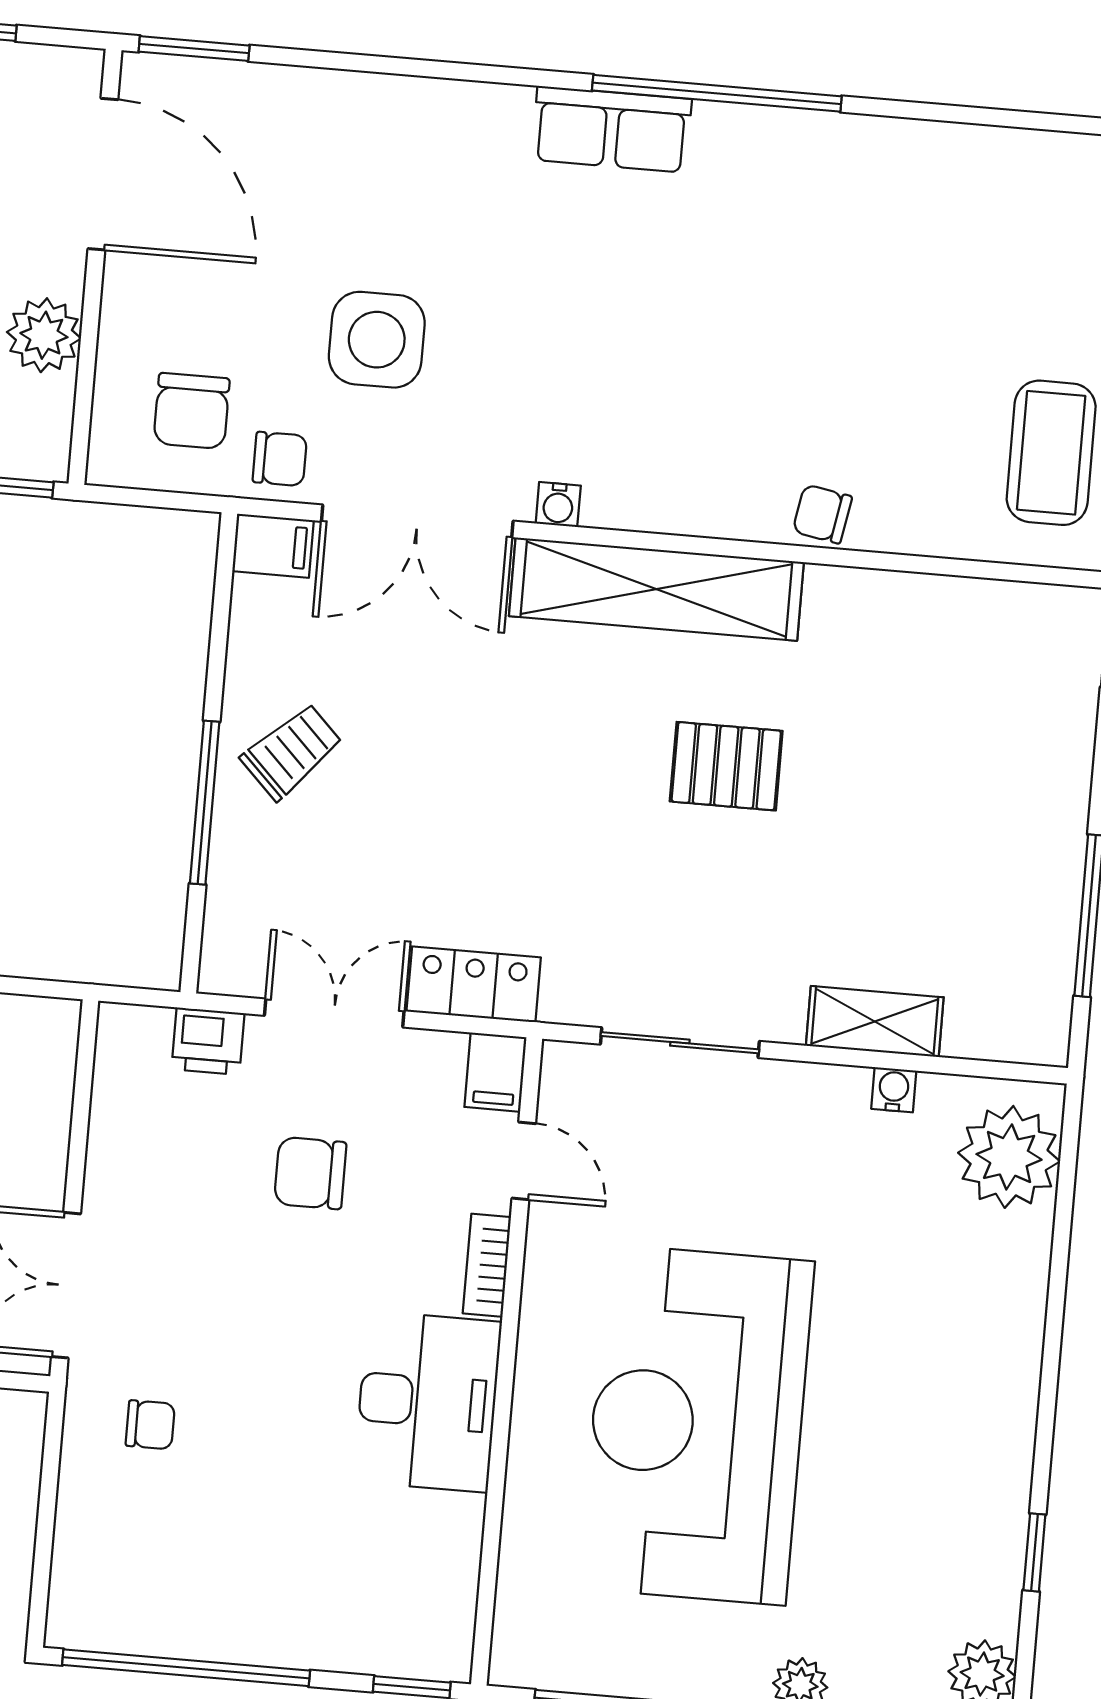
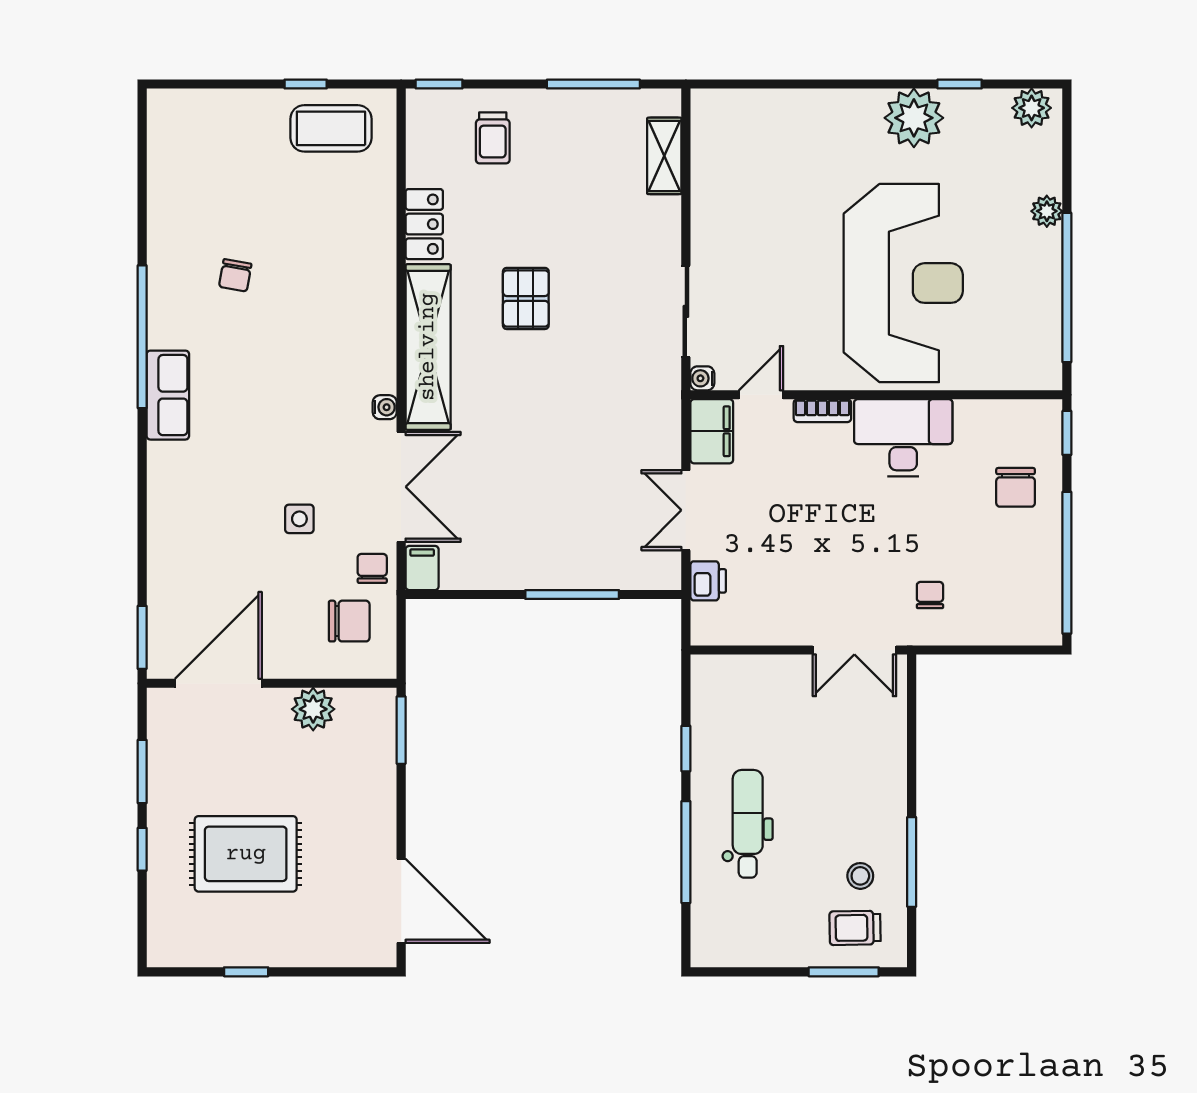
side table: (377, 340) -> (299, 519), width x0.54, depth x0.54
chair: (822, 514) -> (235, 275), moved
trolley: (292, 752) -> (493, 138), moved, turned -135
locker: (474, 984) -> (424, 224), moved, turned 180
shelving: (875, 1022) -> (664, 156), moved
filing cabinet: (495, 1072) -> (712, 431), width x2.00
water cooler: (894, 1090) -> (702, 378), moved
plant: (1009, 1157) -> (914, 118), moved
chair: (310, 1173) -> (1016, 487), moved
reception desk: (697, 1425) -> (903, 283), turned -90

